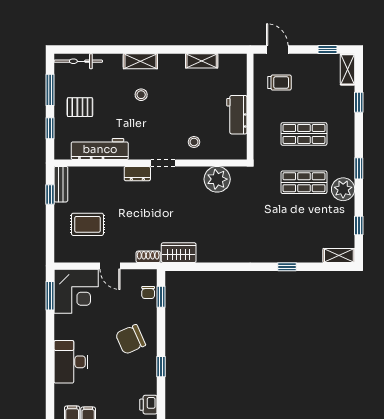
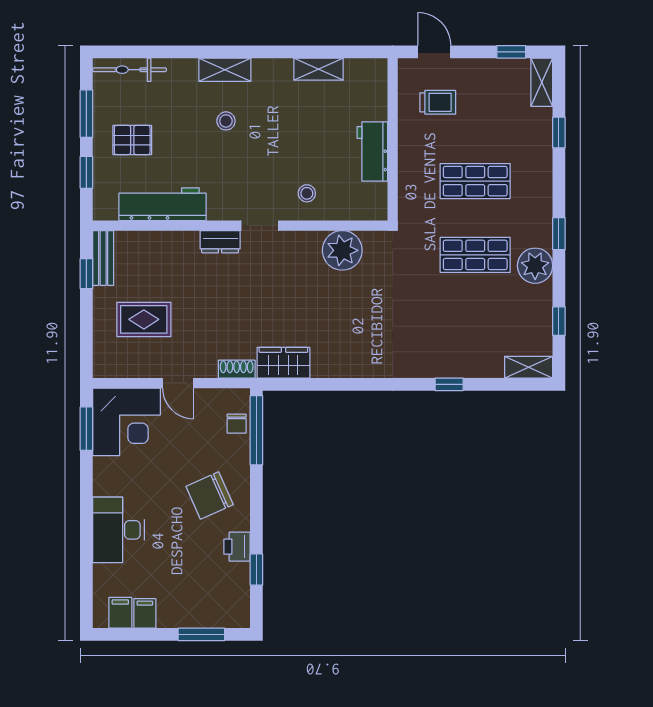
window: (161, 297) -> (256, 430), width x2.17
window: (161, 367) -> (256, 570), moved
printer: (148, 405) -> (237, 547), moved

